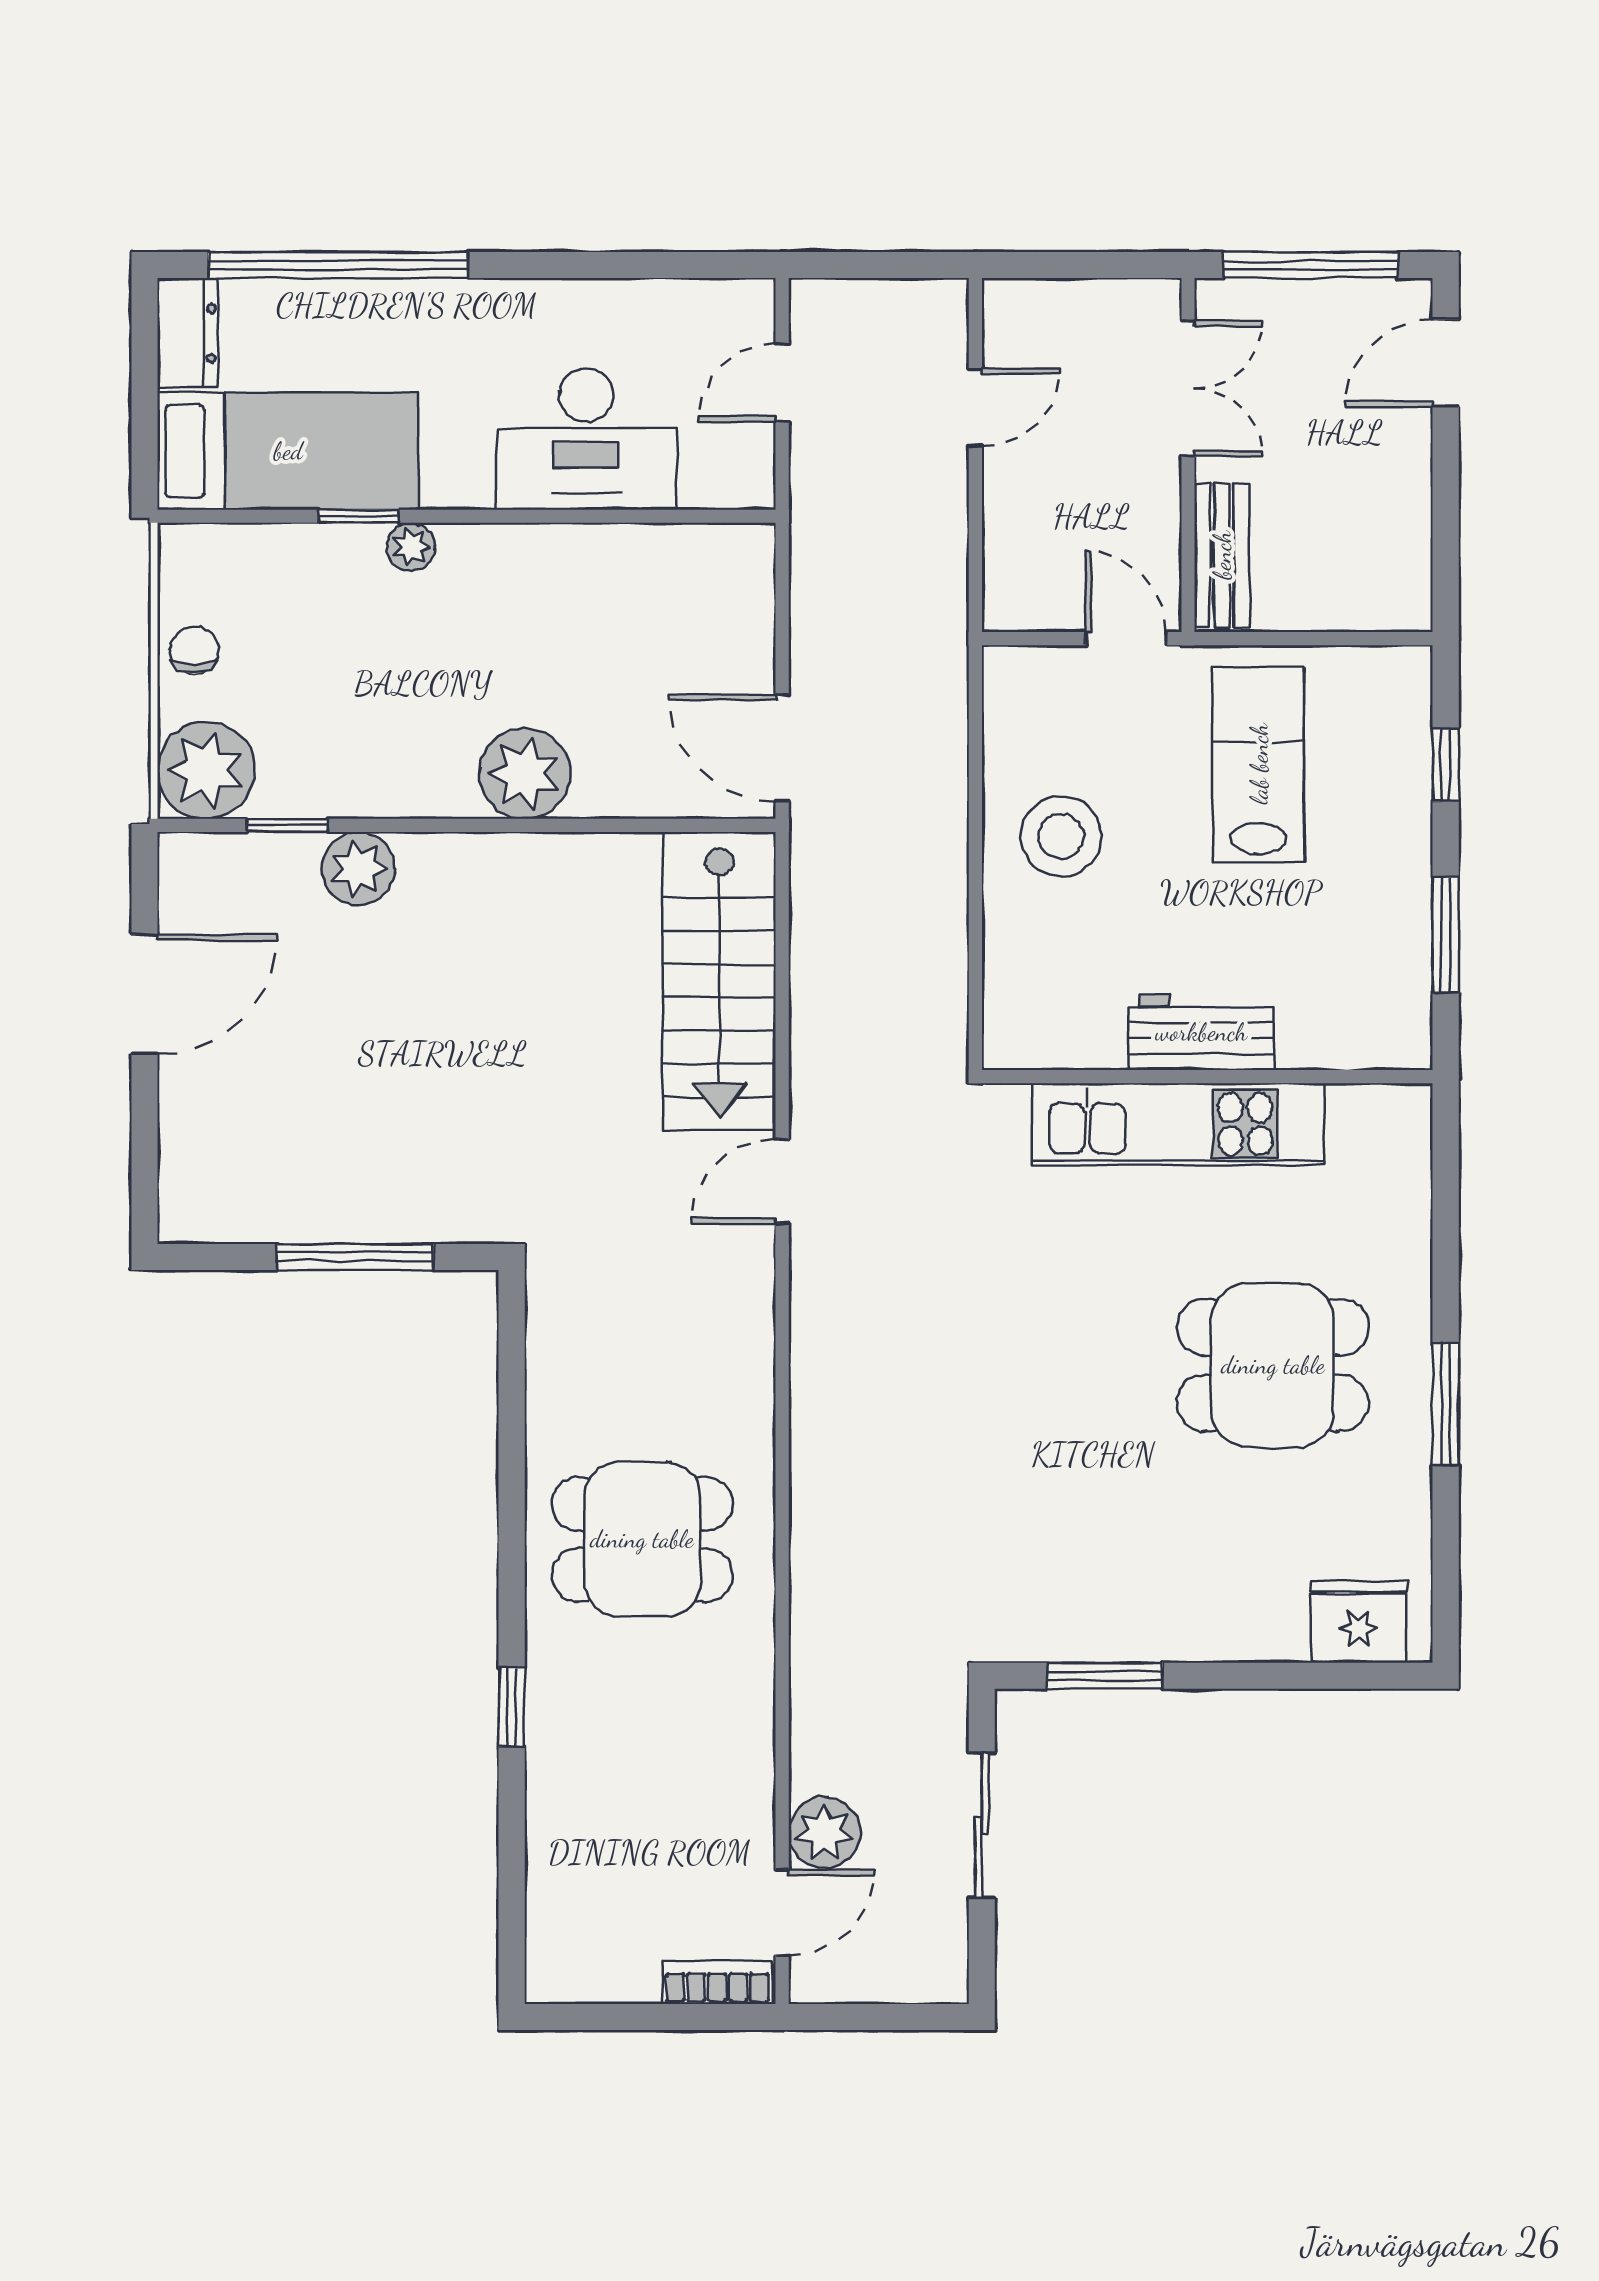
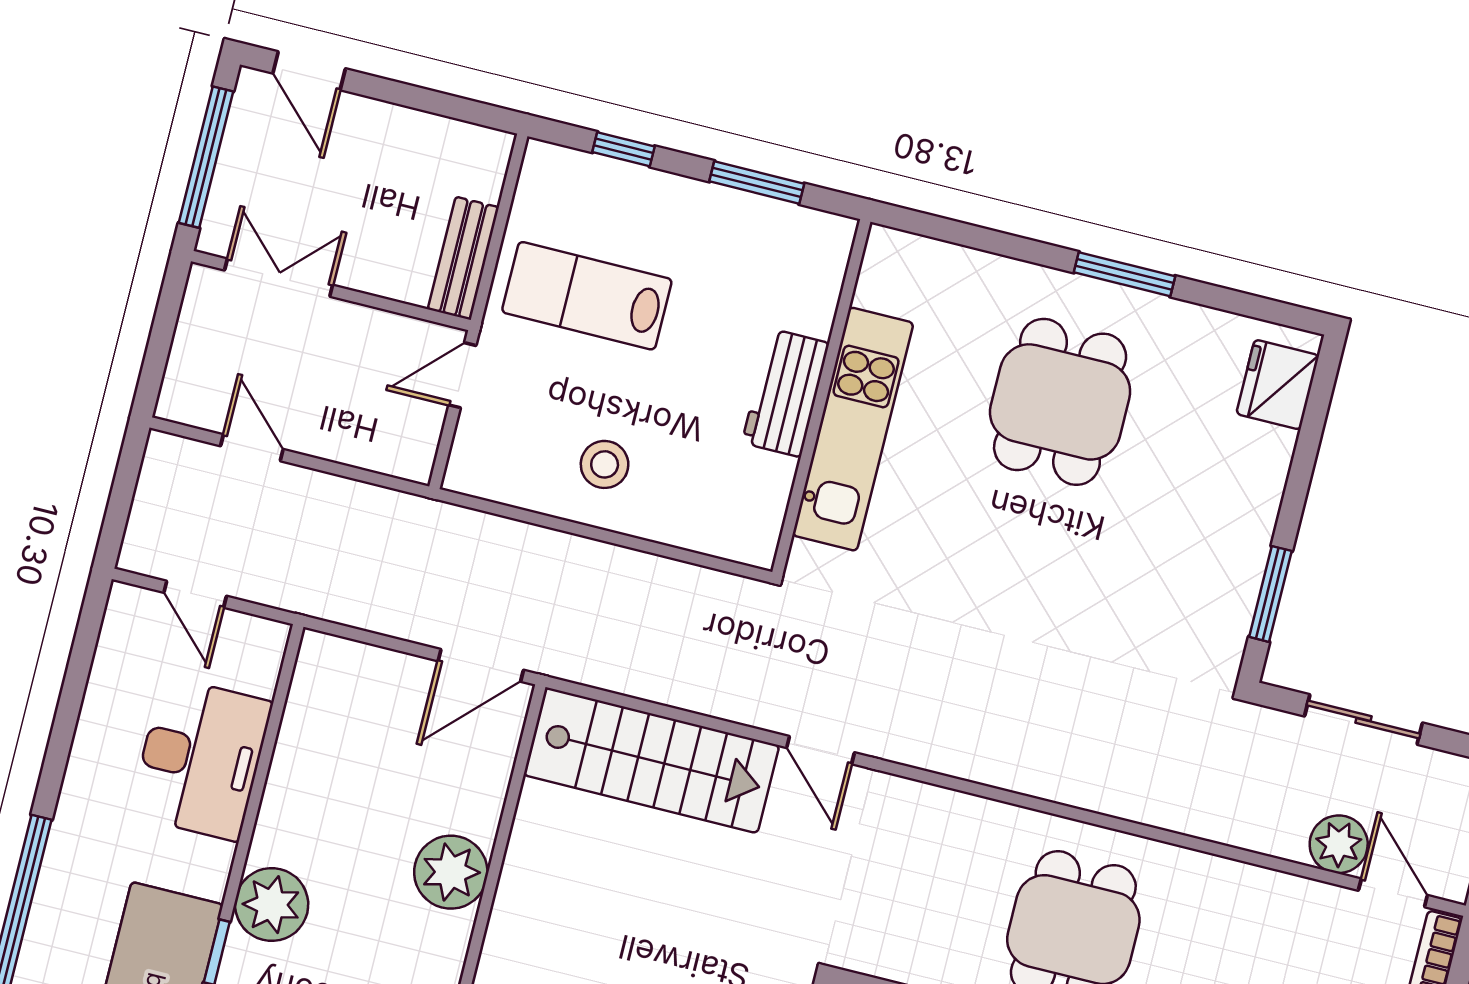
plant: (411, 547) -> (272, 905), width x1.88, depth x1.88
bench: (1222, 555) -> (463, 258), moved, turned 90
stool: (1061, 836) -> (605, 464), width x0.73, depth x0.73

